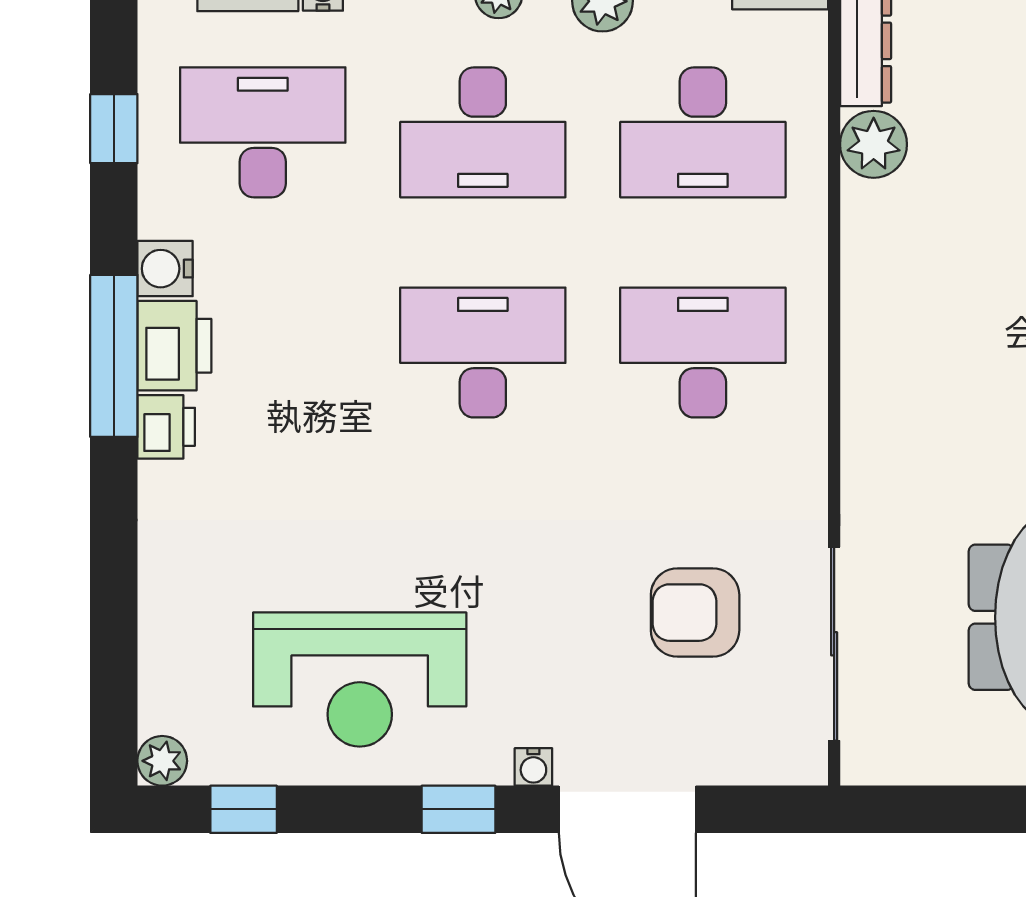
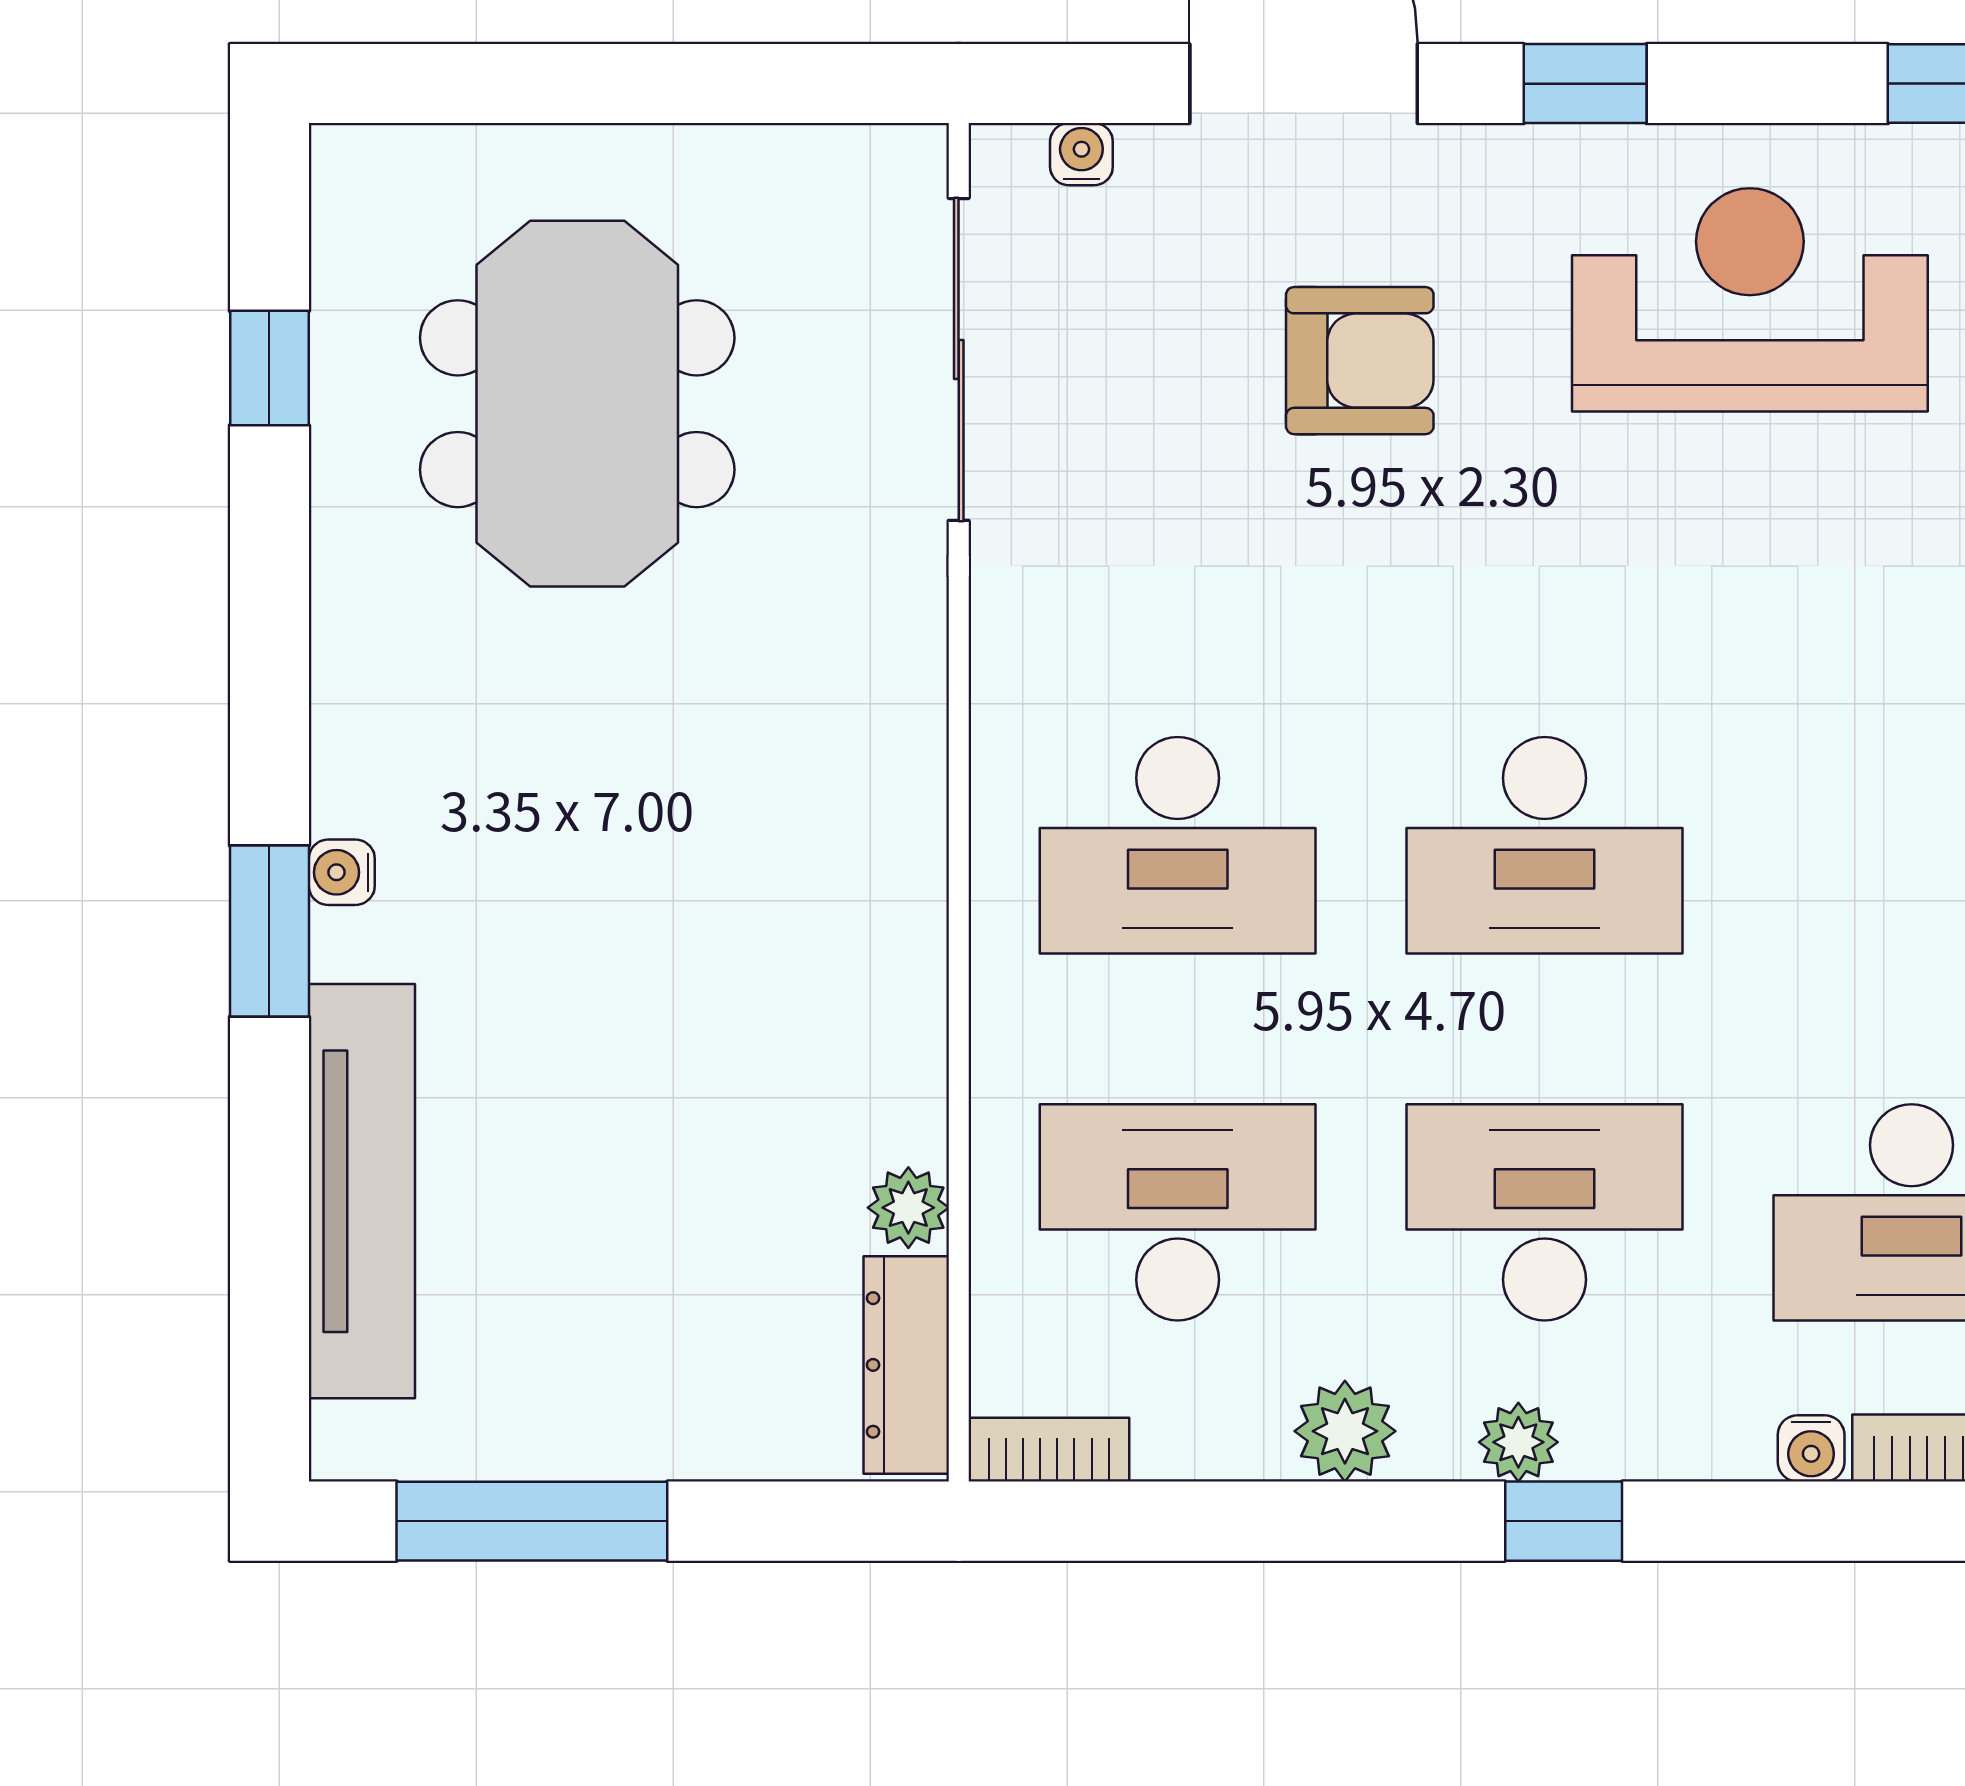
plant: (874, 144) -> (908, 1208), width x0.73, depth x0.73
armchair: (695, 613) -> (1360, 361), moved
water cooler: (533, 767) -> (1081, 154), moved

